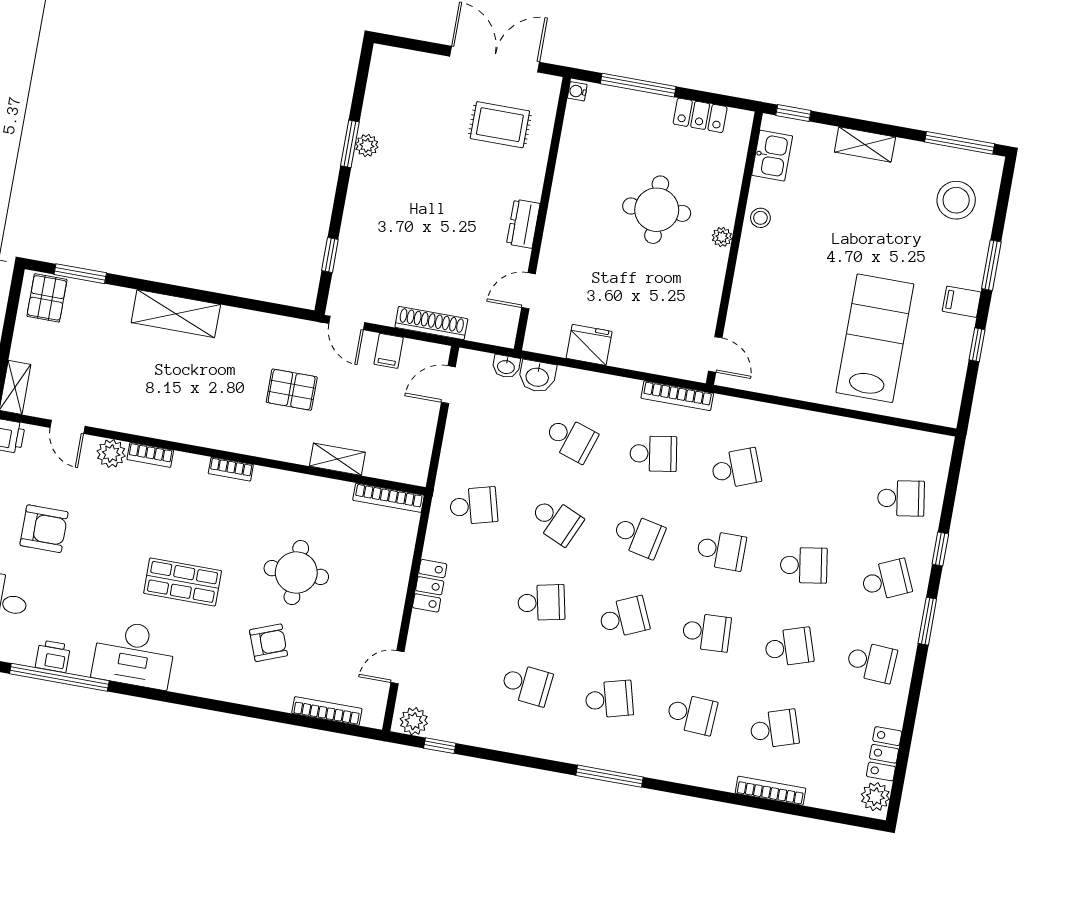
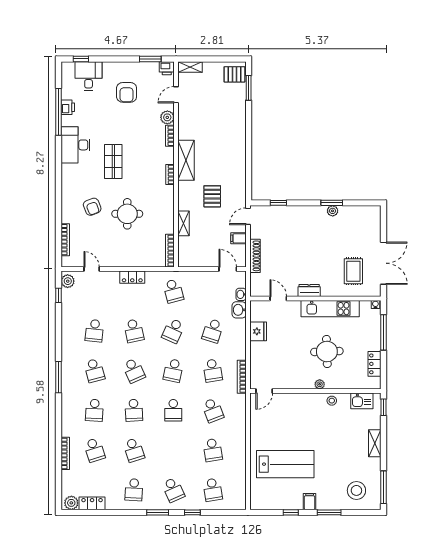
kitchen unit: (569, 187) -> (330, 309), added
shelving: (176, 314) -> (186, 160), moved
school desk: (804, 565) -> (213, 450), moved

